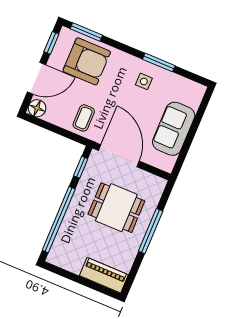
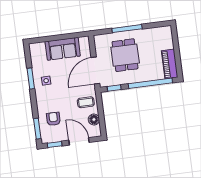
armchair: (87, 61) -> (53, 119), width x0.53, depth x0.53
floor lamp: (37, 108) -> (94, 120), moved
piano: (104, 275) -> (170, 64), moved

